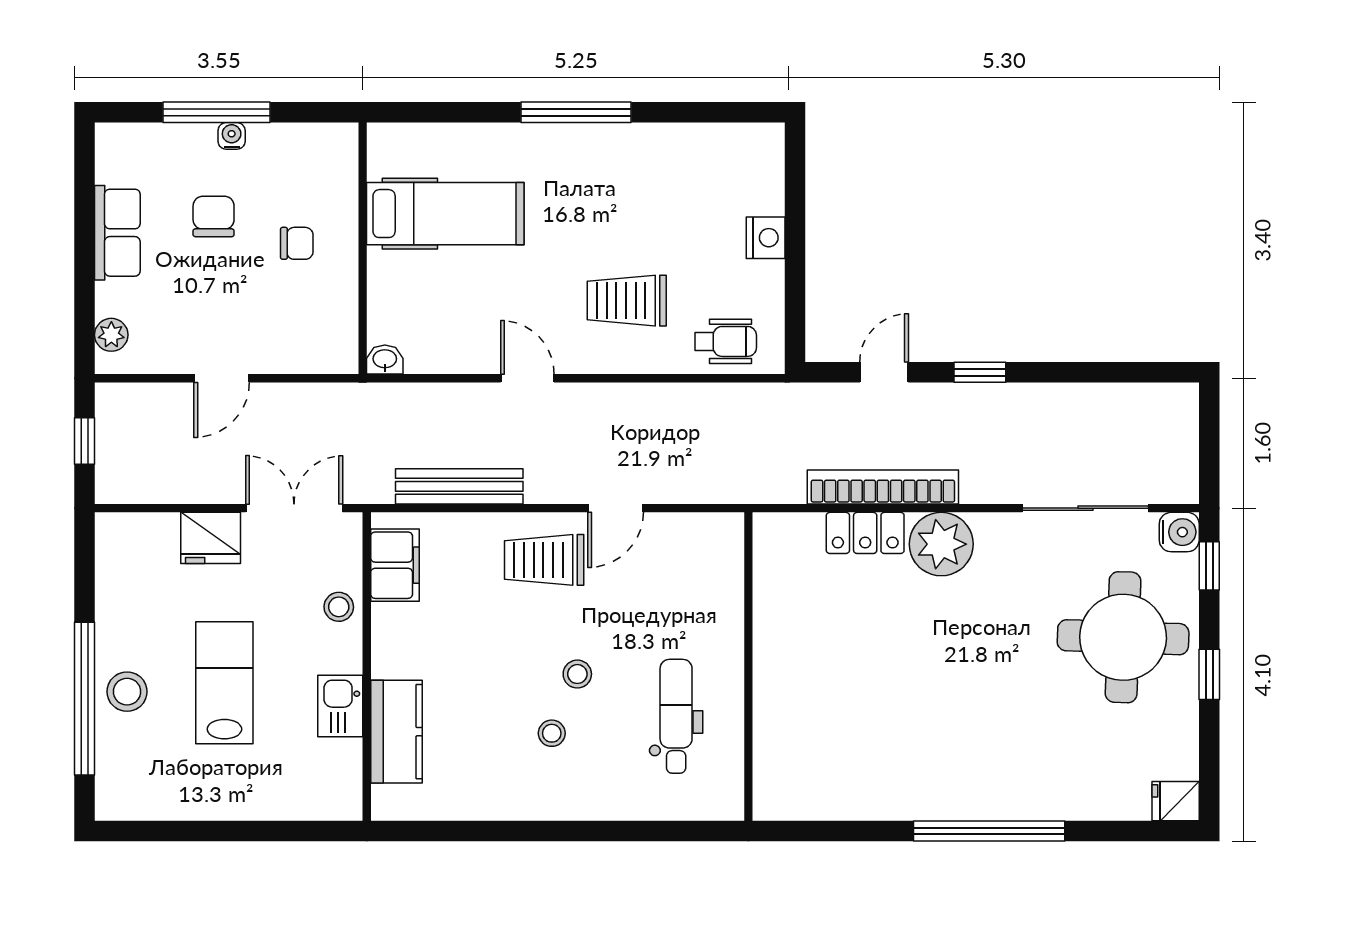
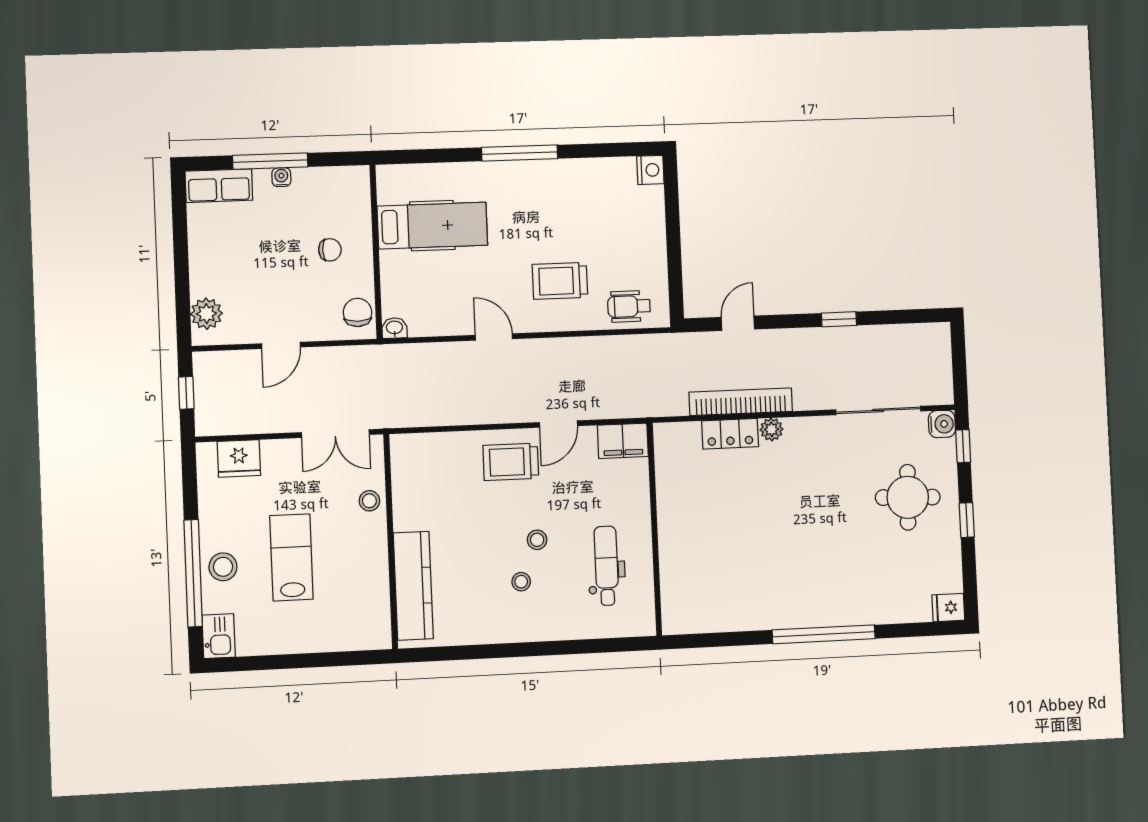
chair: (214, 216) -> (357, 312), moved
row of seats: (117, 233) -> (219, 186), moved, turned 90
nightstand: (766, 238) -> (650, 170), moved
plant: (111, 335) -> (206, 314), width x1.38, depth x1.38
wheelchair: (726, 341) -> (629, 306), turned 180
window: (980, 372) -> (839, 319), moved
bench: (459, 486) -> (450, 414), removed
double door: (294, 508) -> (335, 434), swing flipped
fridge: (211, 538) -> (239, 458), moved
plant: (941, 544) -> (772, 429), width x0.53, depth x0.53
filing cabinet: (395, 565) -> (623, 441), moved, turned 90
round table: (1123, 637) -> (908, 497), width x0.73, depth x0.73
kitchen sink: (340, 706) -> (219, 636), moved, turned 180
kitchen counter: (396, 732) -> (413, 586), width x1.50

